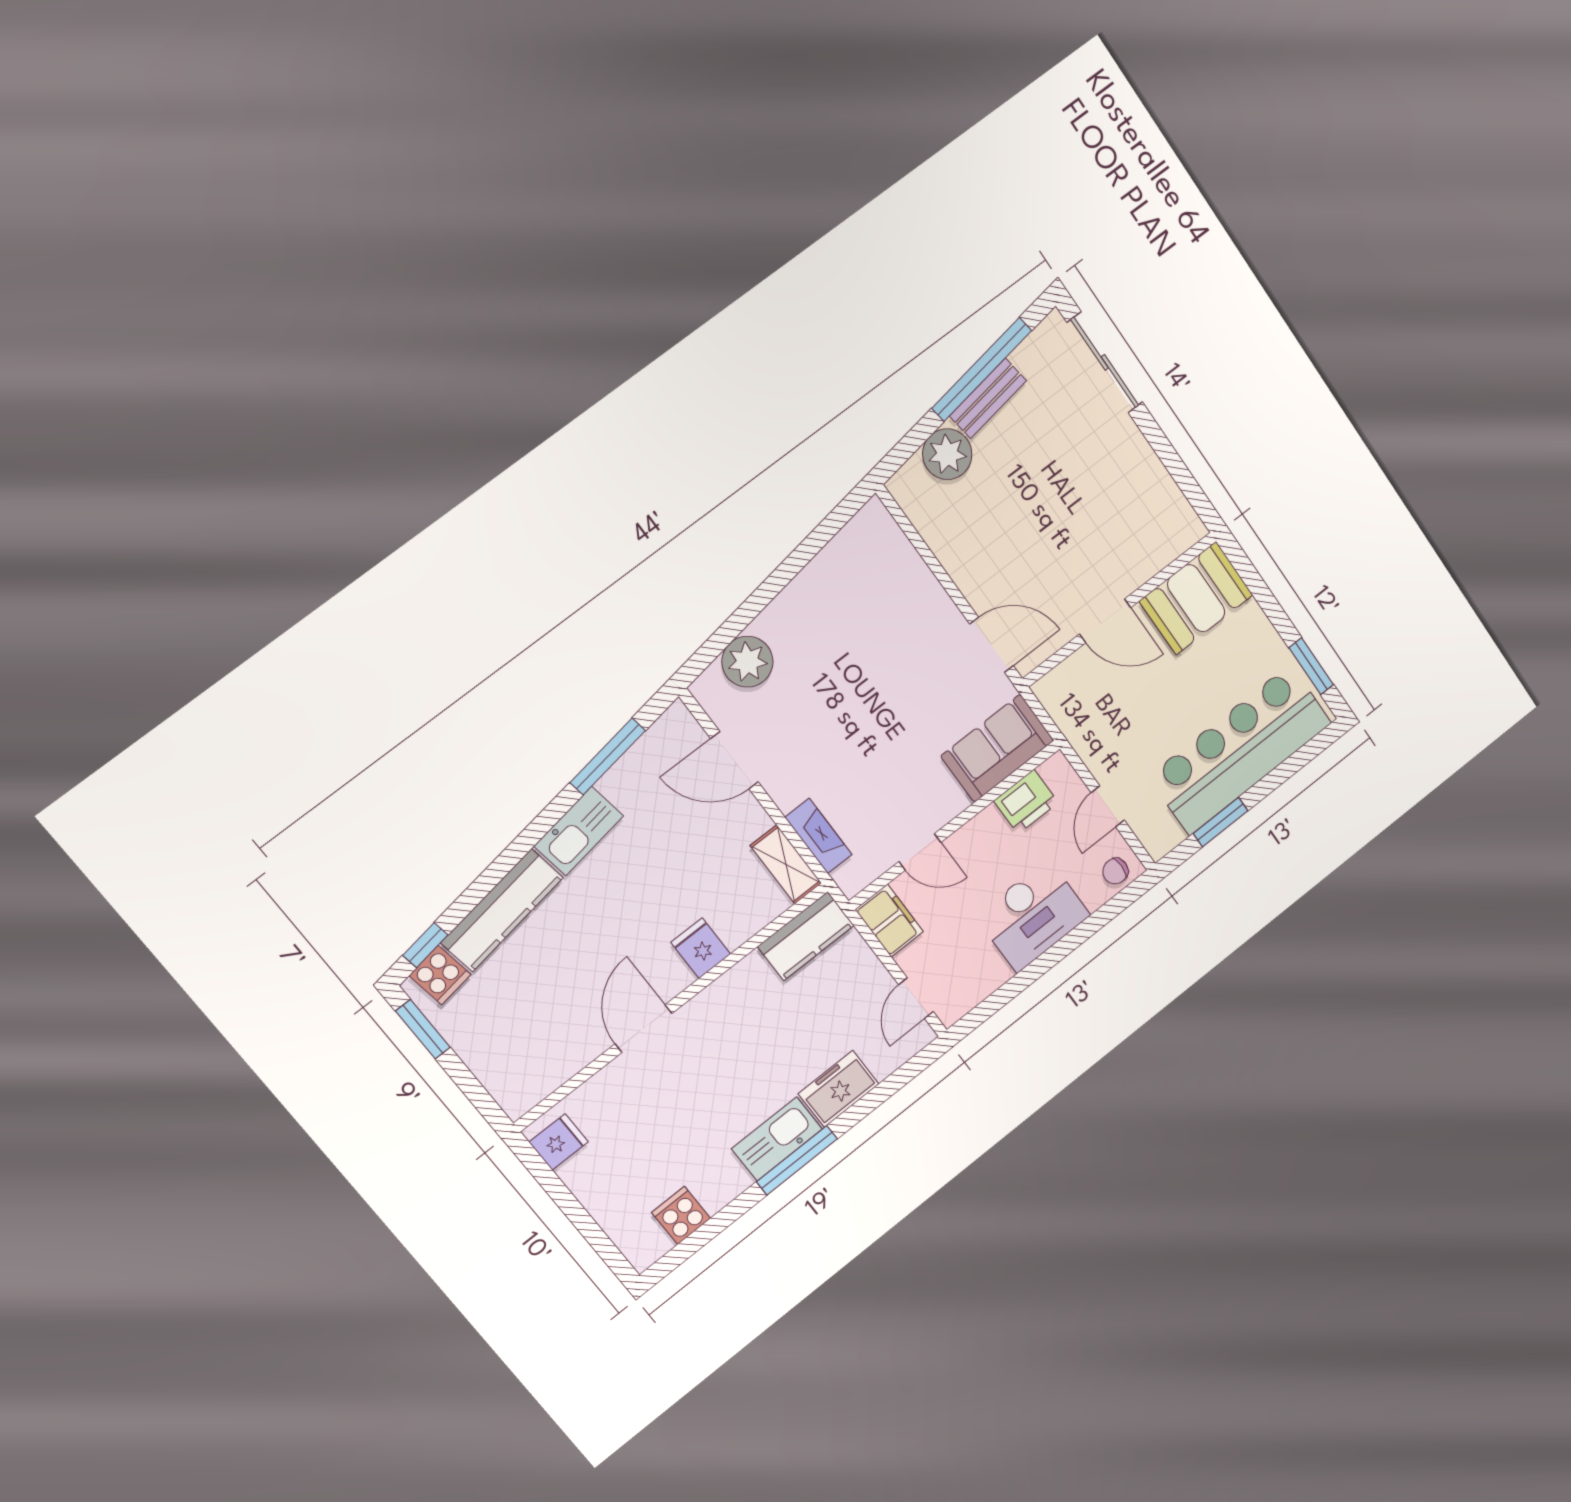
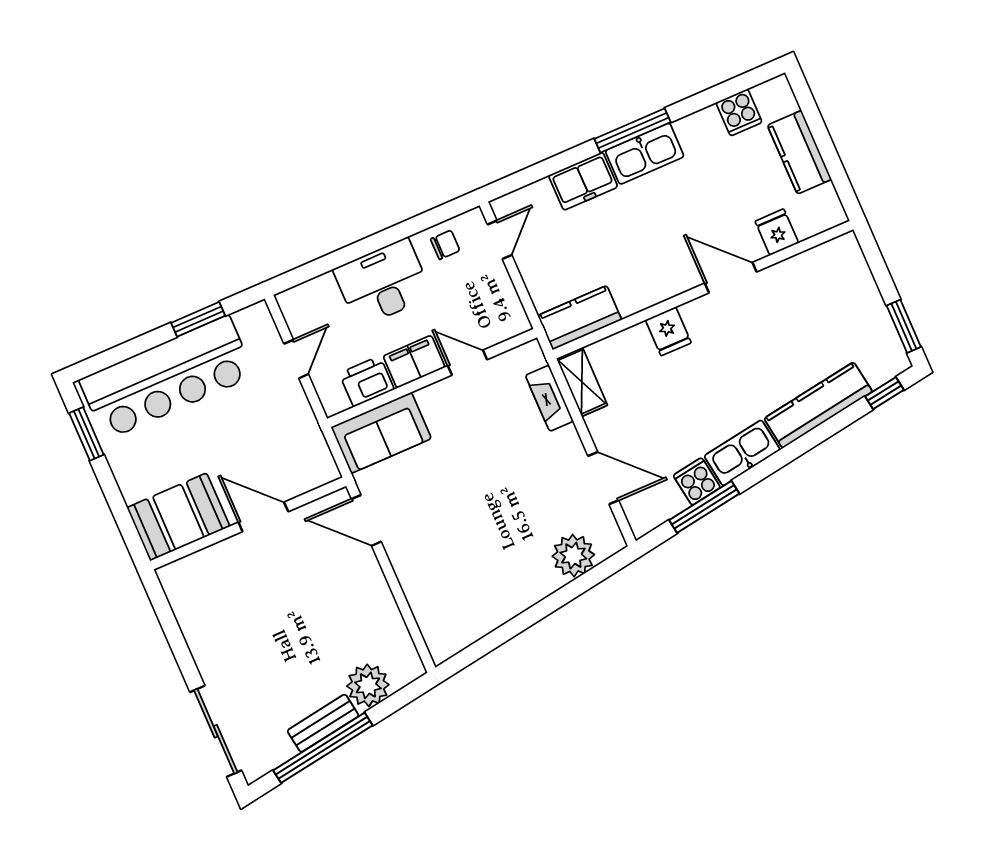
chair: (1115, 871) -> (445, 245), moved
filing cabinet: (889, 921) -> (414, 362), moved, turned 90
cooker: (440, 975) -> (697, 481), moved
door: (644, 1029) -> (731, 278), swing flipped
fridge: (559, 1142) -> (777, 232), moved, turned 90
kitchen counter: (600, 1192) -> (799, 152), added

